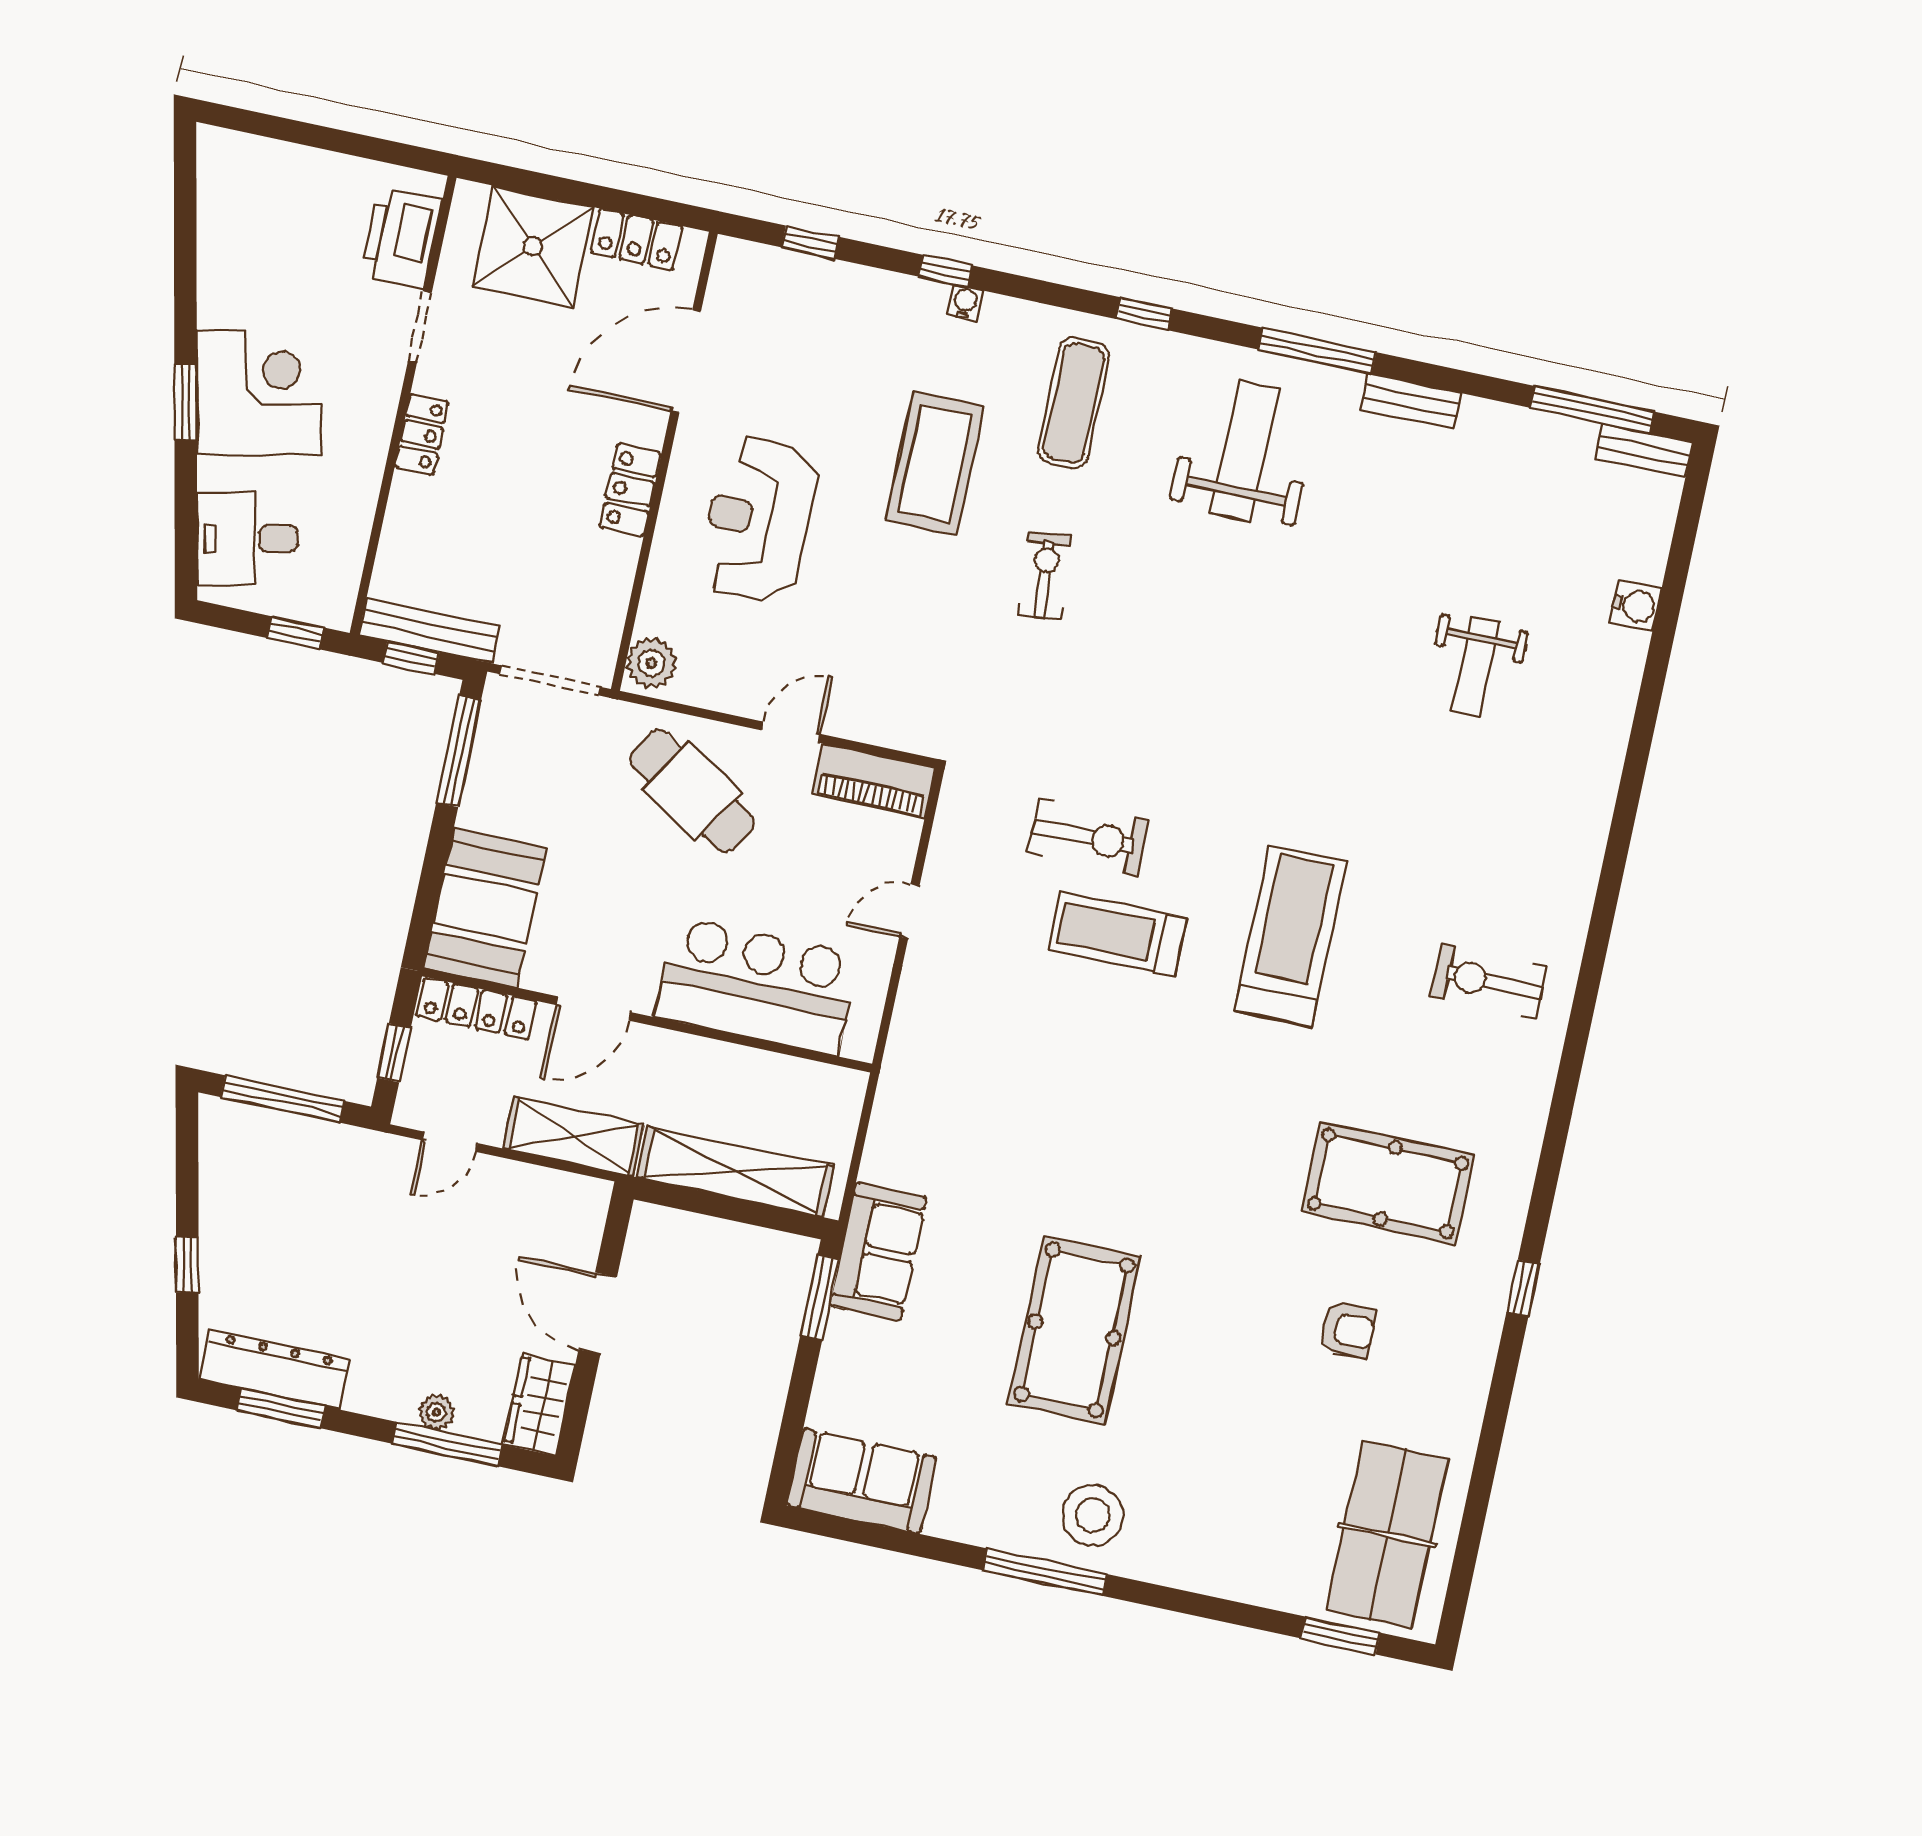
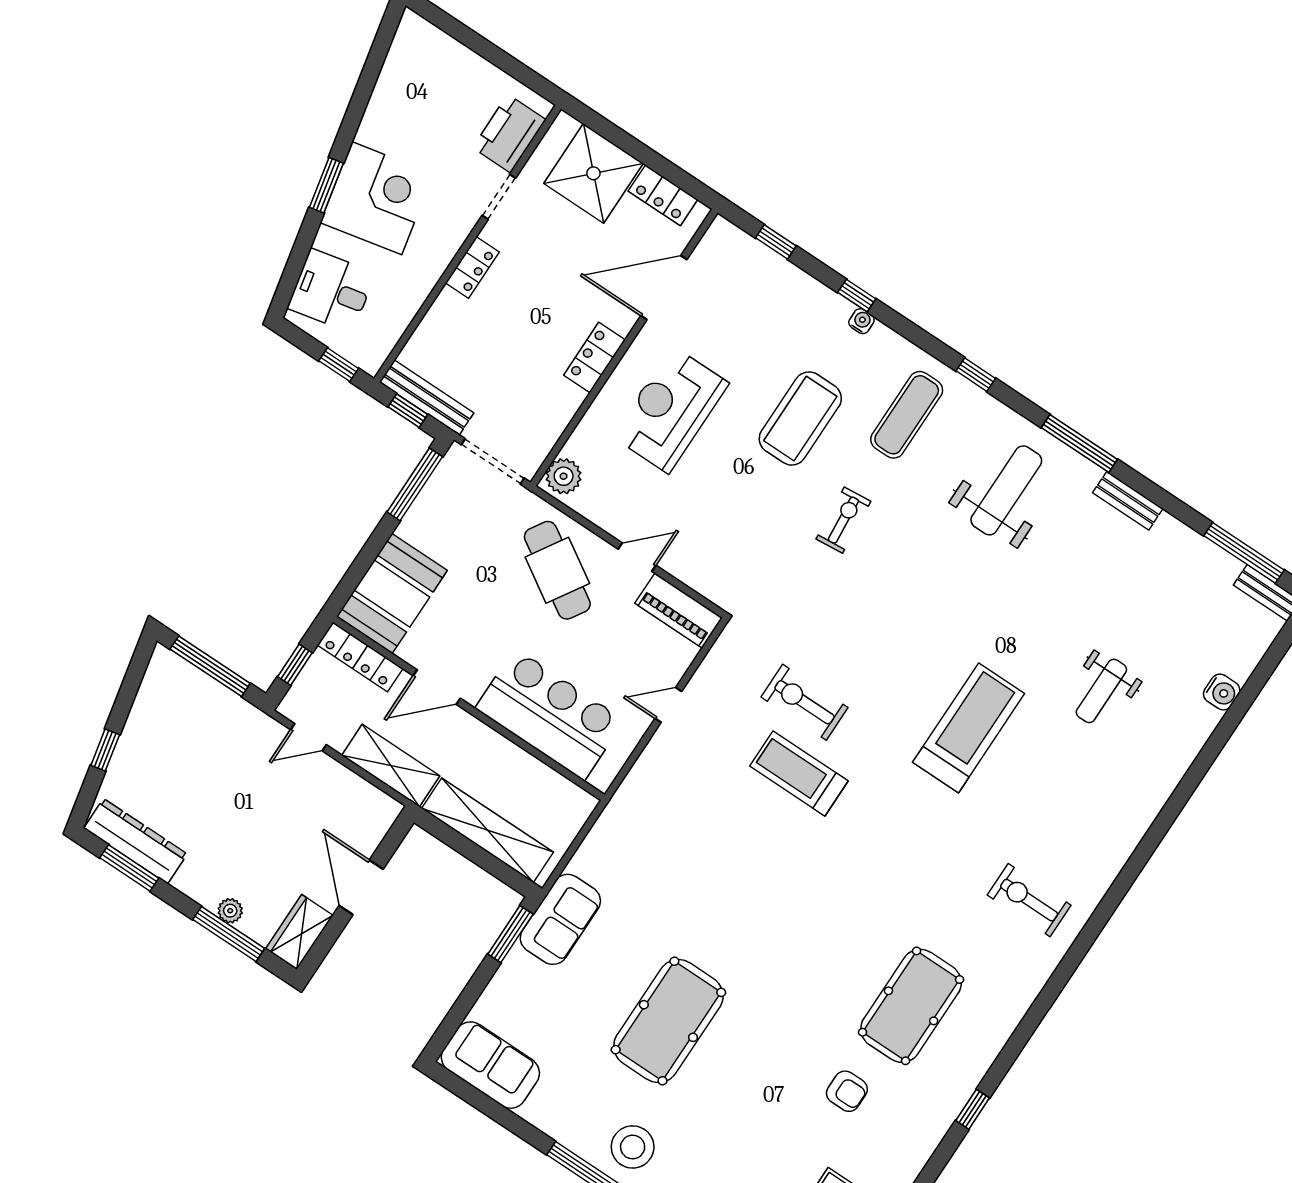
exercise bike: (1088, 837) -> (804, 702), turned 180
treadmill: (1290, 936) -> (969, 728), moved
pool table: (1388, 1183) -> (911, 1006), turned 90

